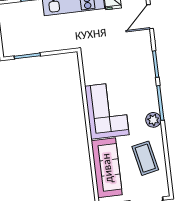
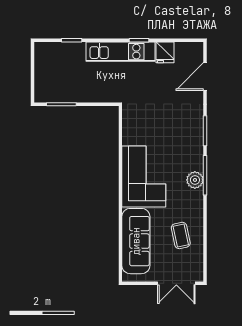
plant: (153, 120) -> (195, 180), moved
coffee table: (145, 158) -> (181, 235), width x0.73, depth x0.77

